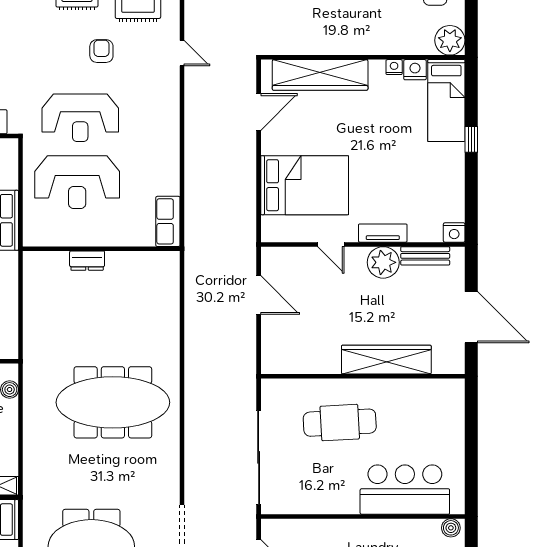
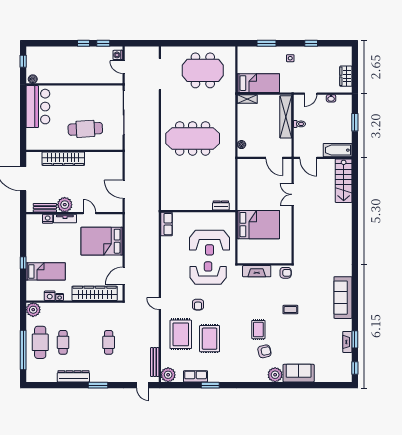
bed: (446, 101) -> (46, 271), moved, turned 90
reception desk: (77, 182) -> (210, 243), turned 180
nightstand: (454, 232) -> (48, 219), moved
dresser: (87, 261) -> (221, 206), moved
bar counter: (405, 490) -> (38, 107), moved, turned -90

